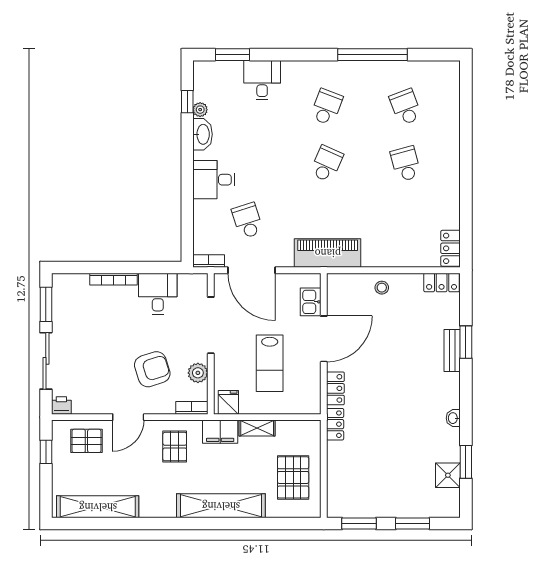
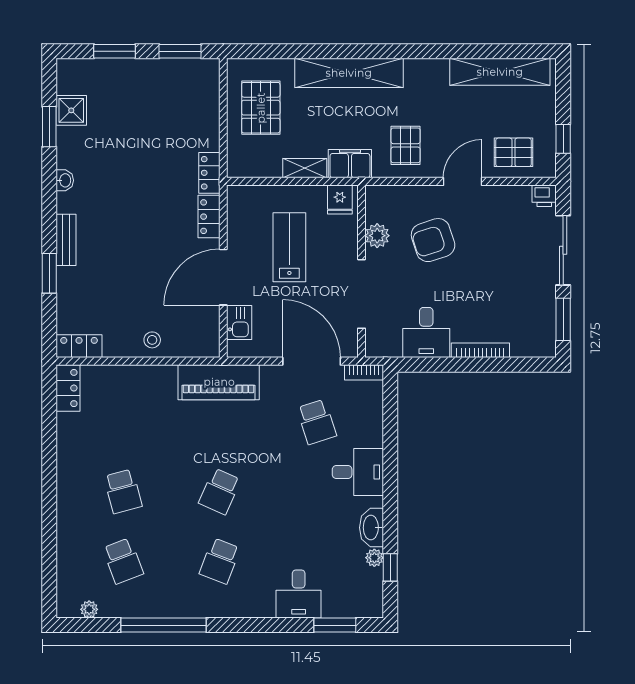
plant: (433, 67) -> (89, 609), added
bench: (452, 351) -> (66, 240), moved
bookcase: (192, 408) -> (385, 193), removed

